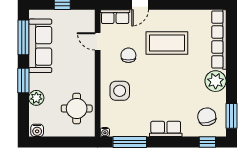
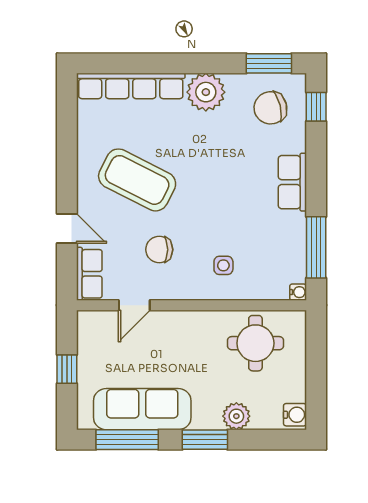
coffee table: (167, 43) -> (137, 180), turned -63
side table: (120, 91) -> (223, 265), width x0.54, depth x0.54

